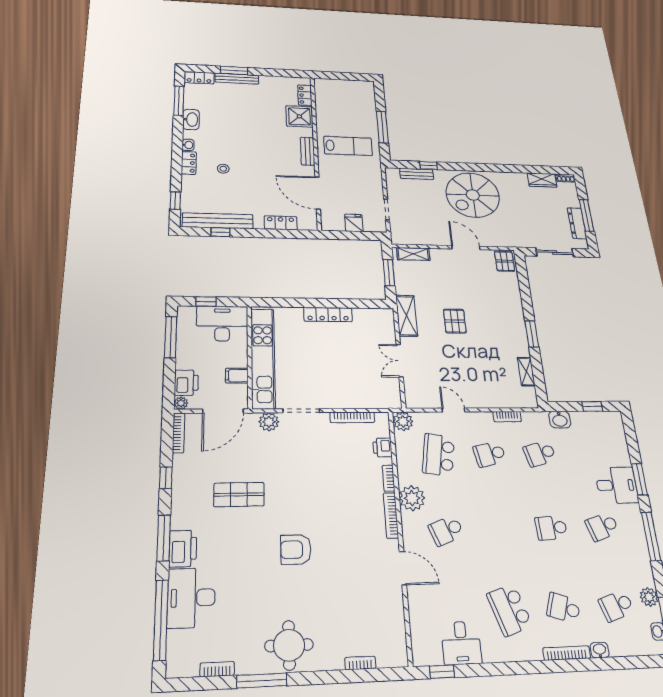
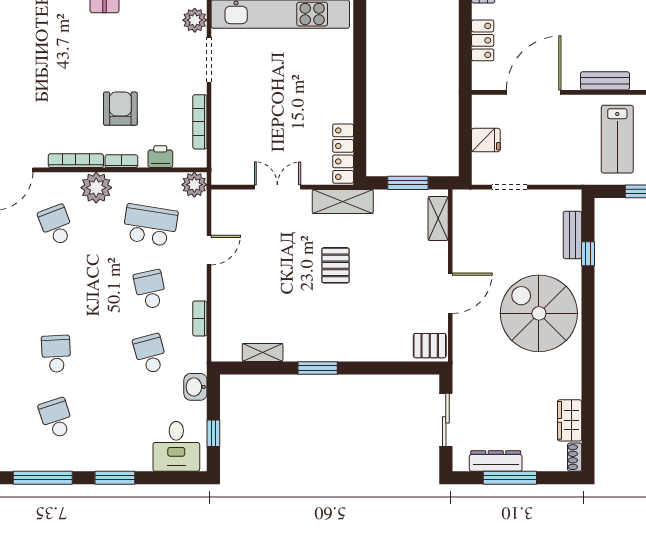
locker: (328, 314) -> (343, 154), moved
pallet: (455, 321) -> (335, 265), turned 90
desk: (617, 485) -> (176, 446), moved
armchair: (296, 550) -> (120, 109), moved

